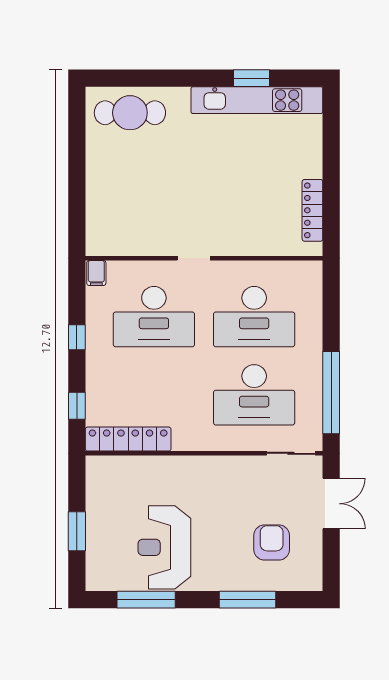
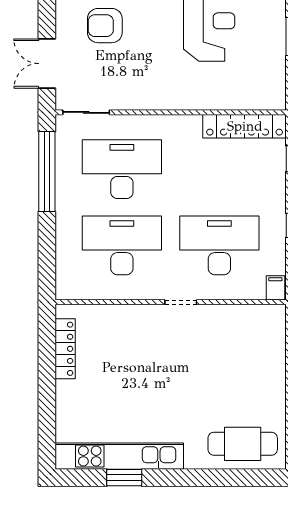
armchair: (272, 543) -> (105, 26), turned 90

